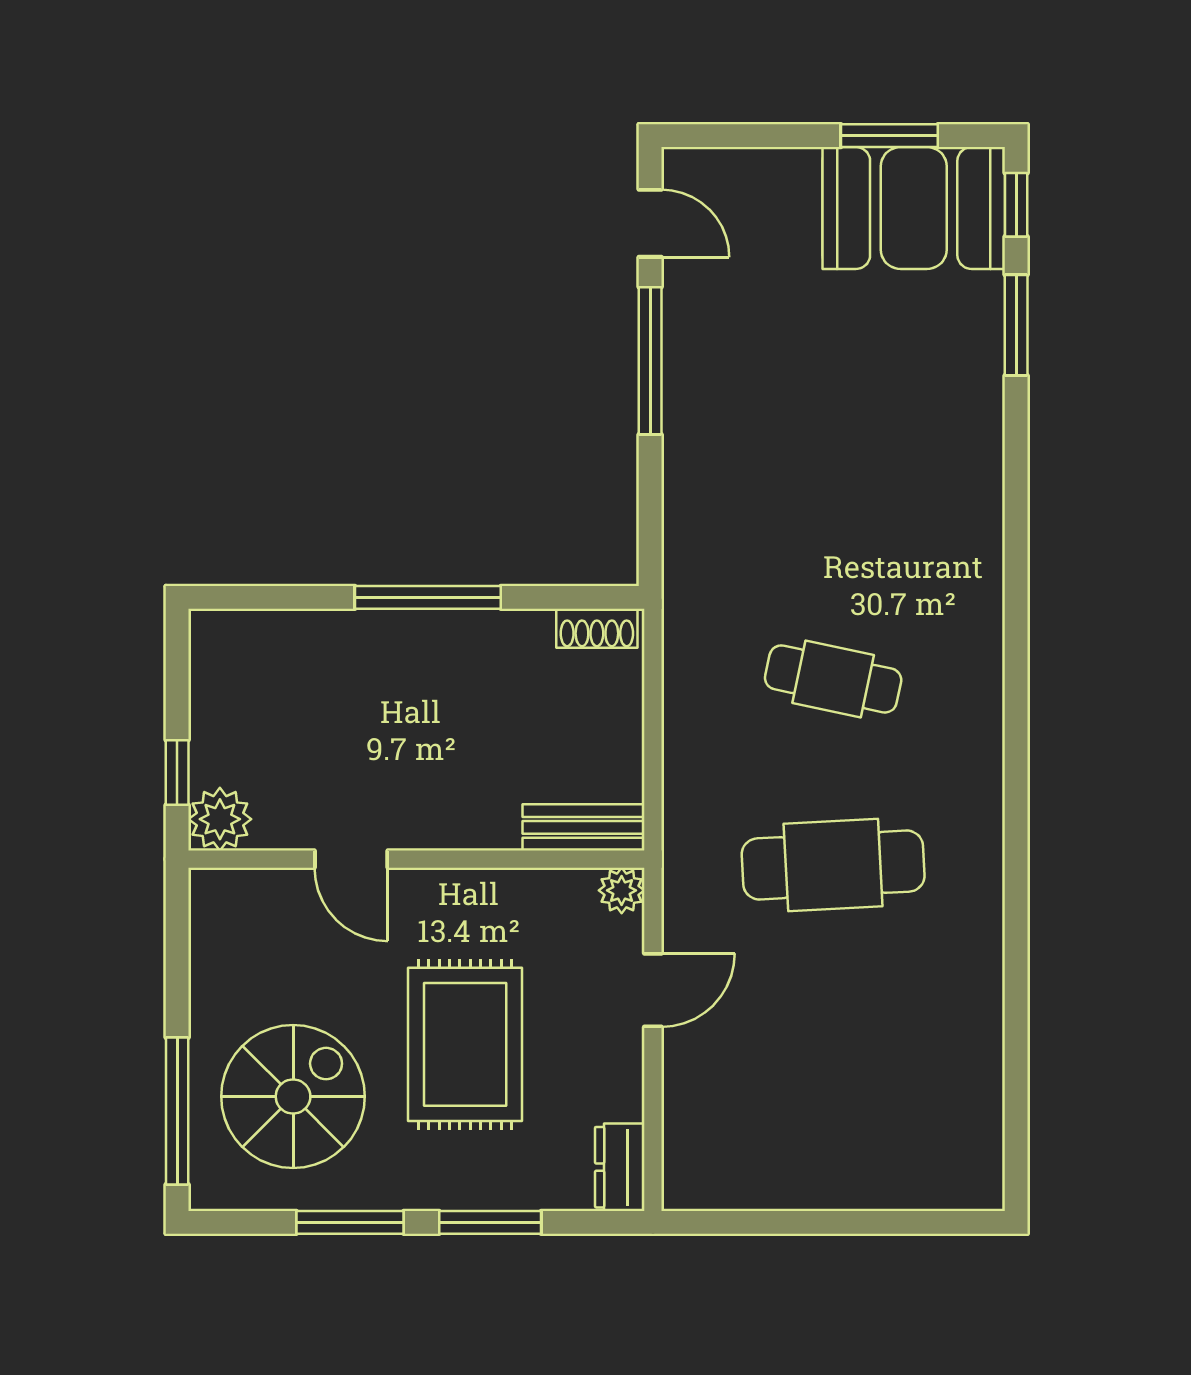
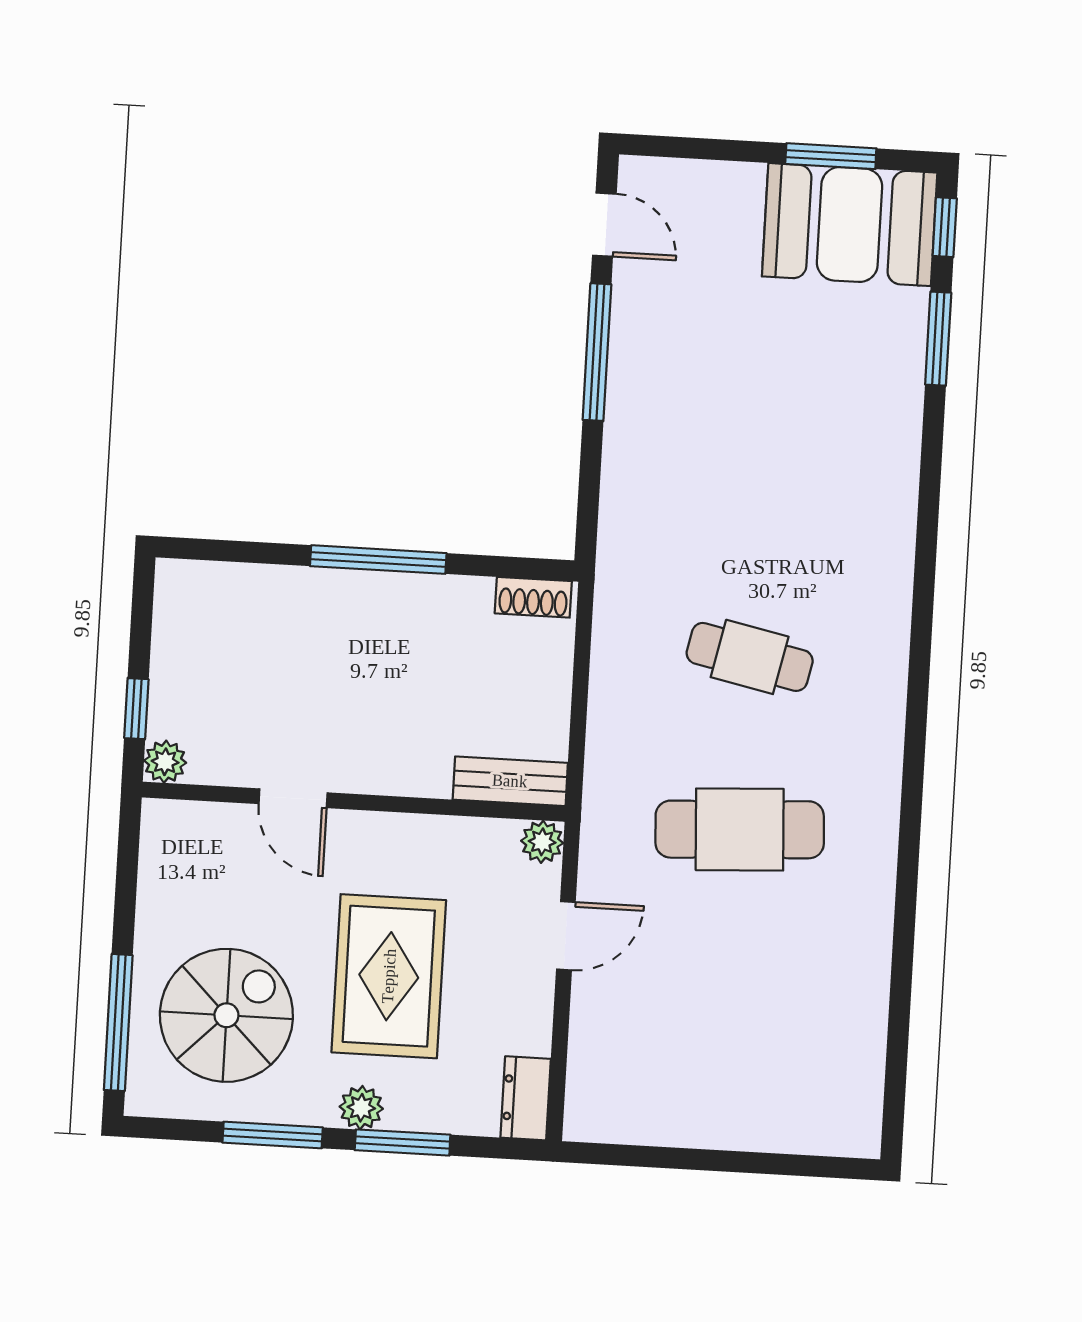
plant: (220, 819) -> (165, 762), width x0.73, depth x0.73
plant: (444, 1187) -> (361, 1108), added

